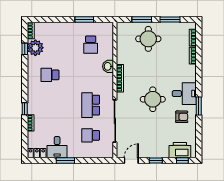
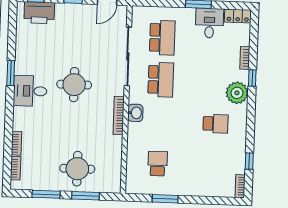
plant: (35, 48) -> (237, 93), moved
washbasin: (108, 66) -> (135, 113), moved
armchair: (182, 117) -> (35, 59), removed
school desk: (91, 135) -> (162, 38), width x1.85

